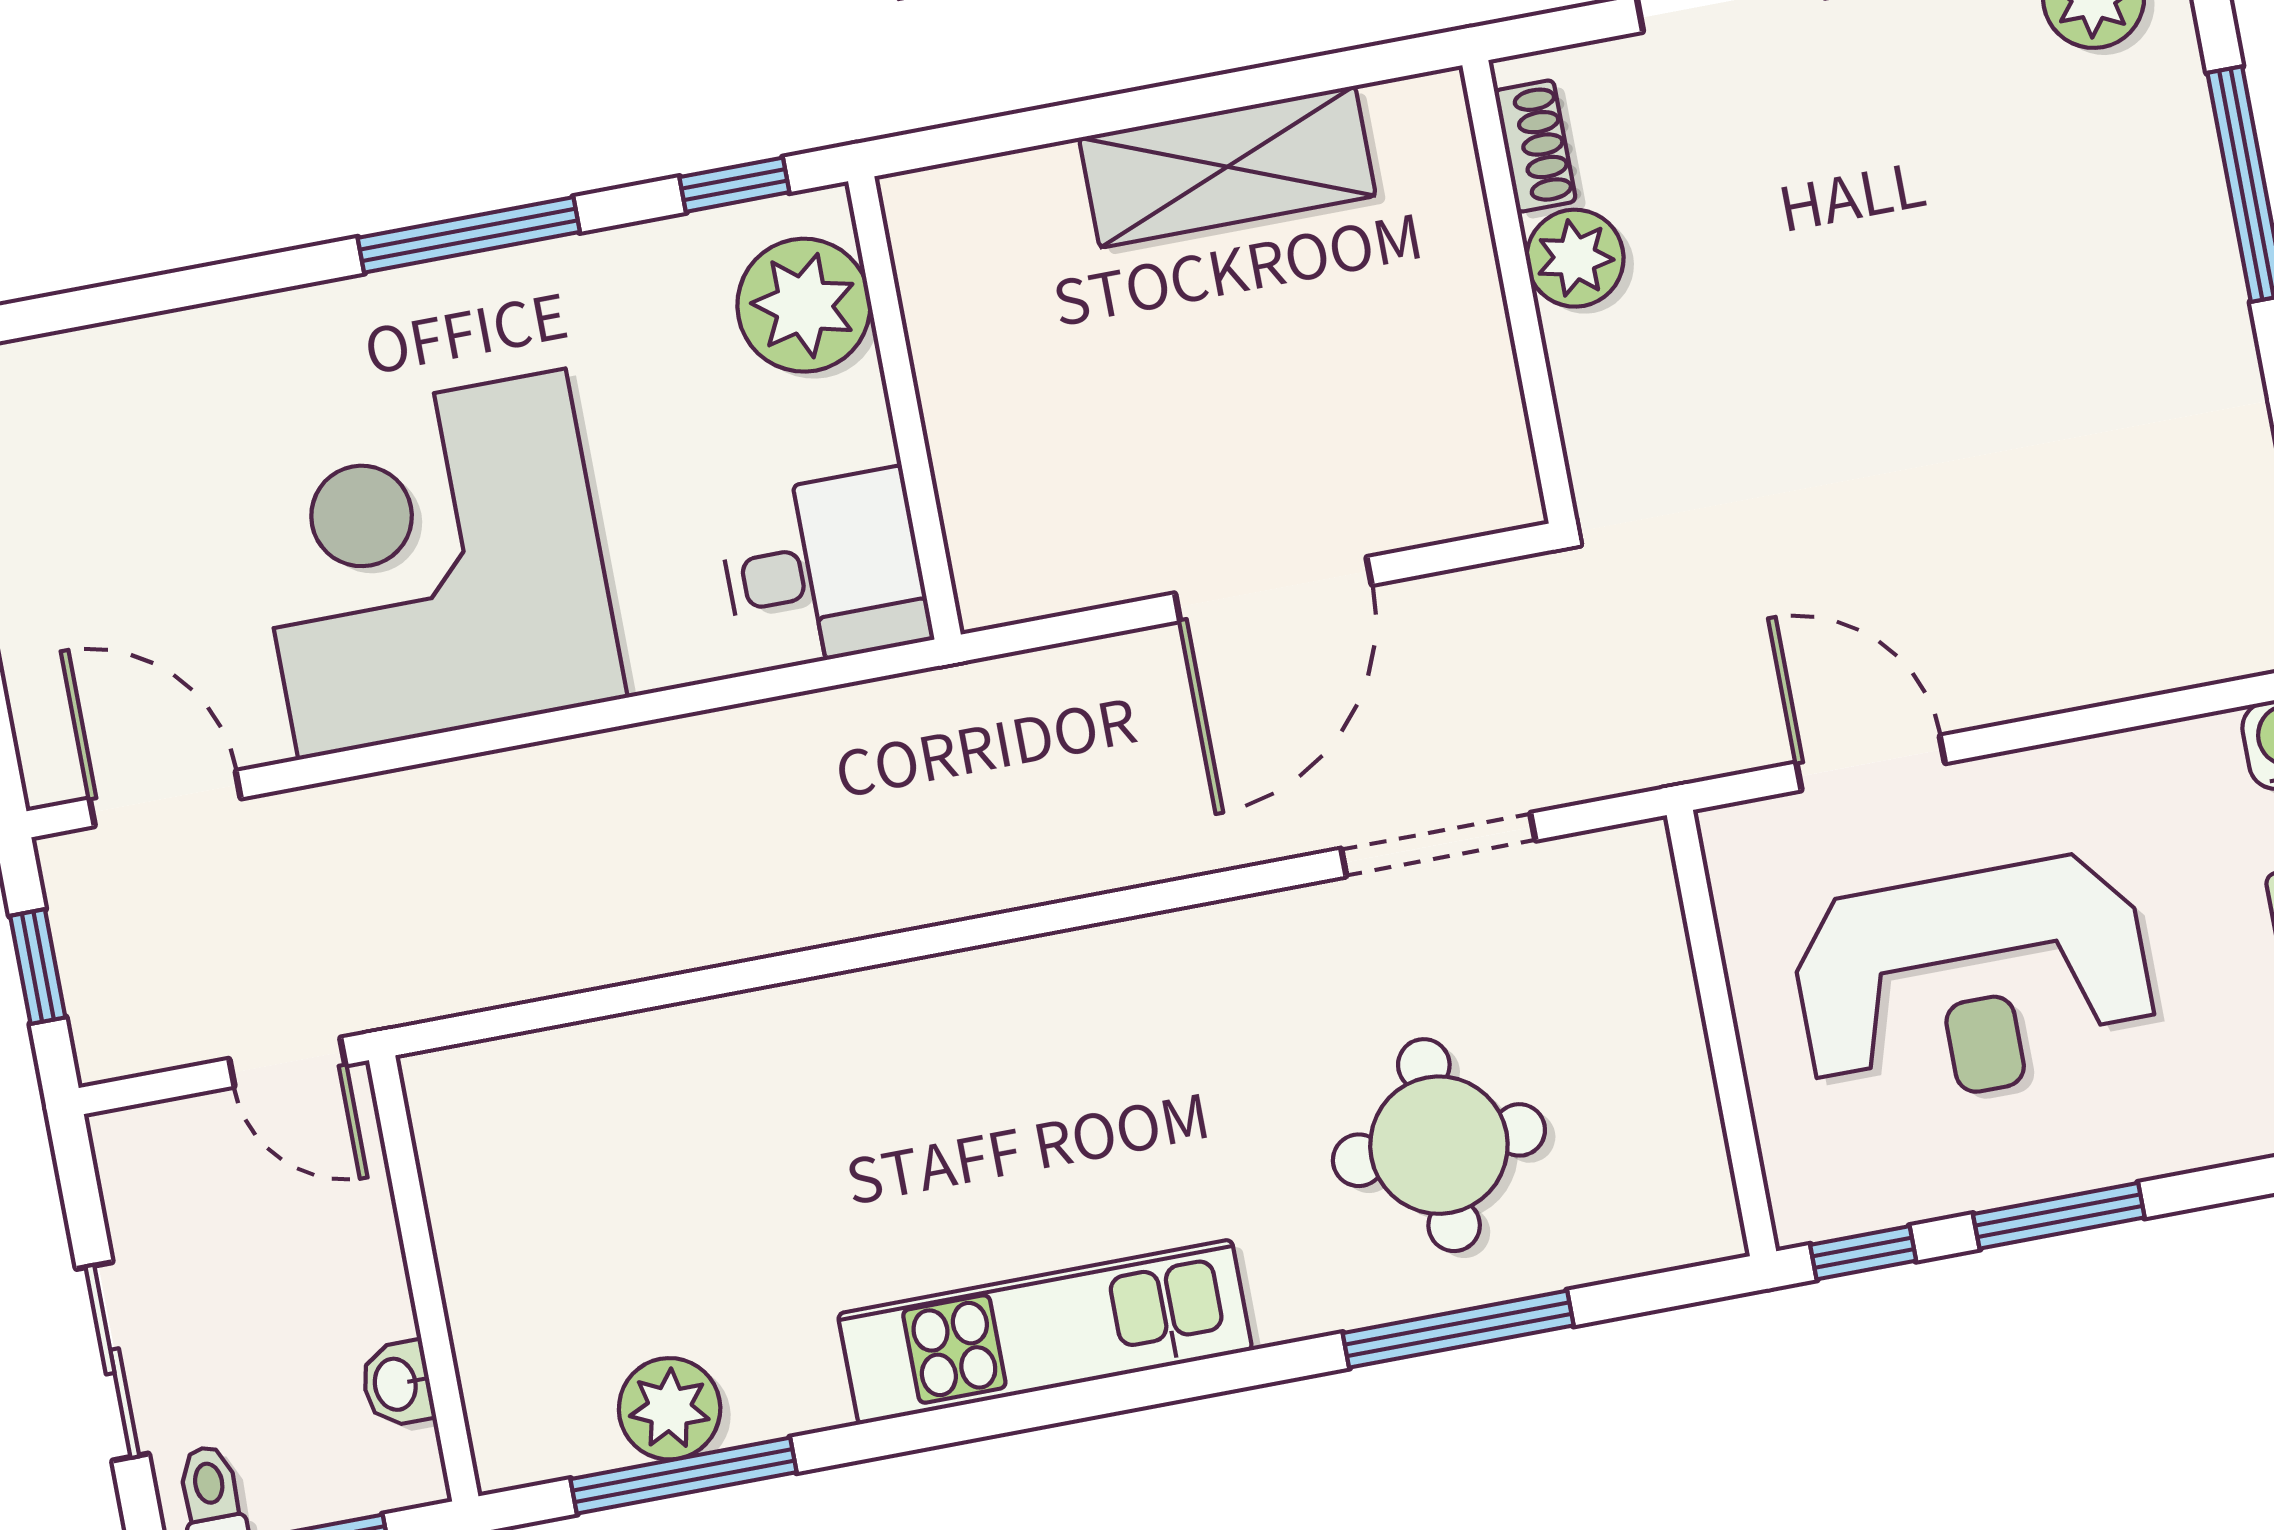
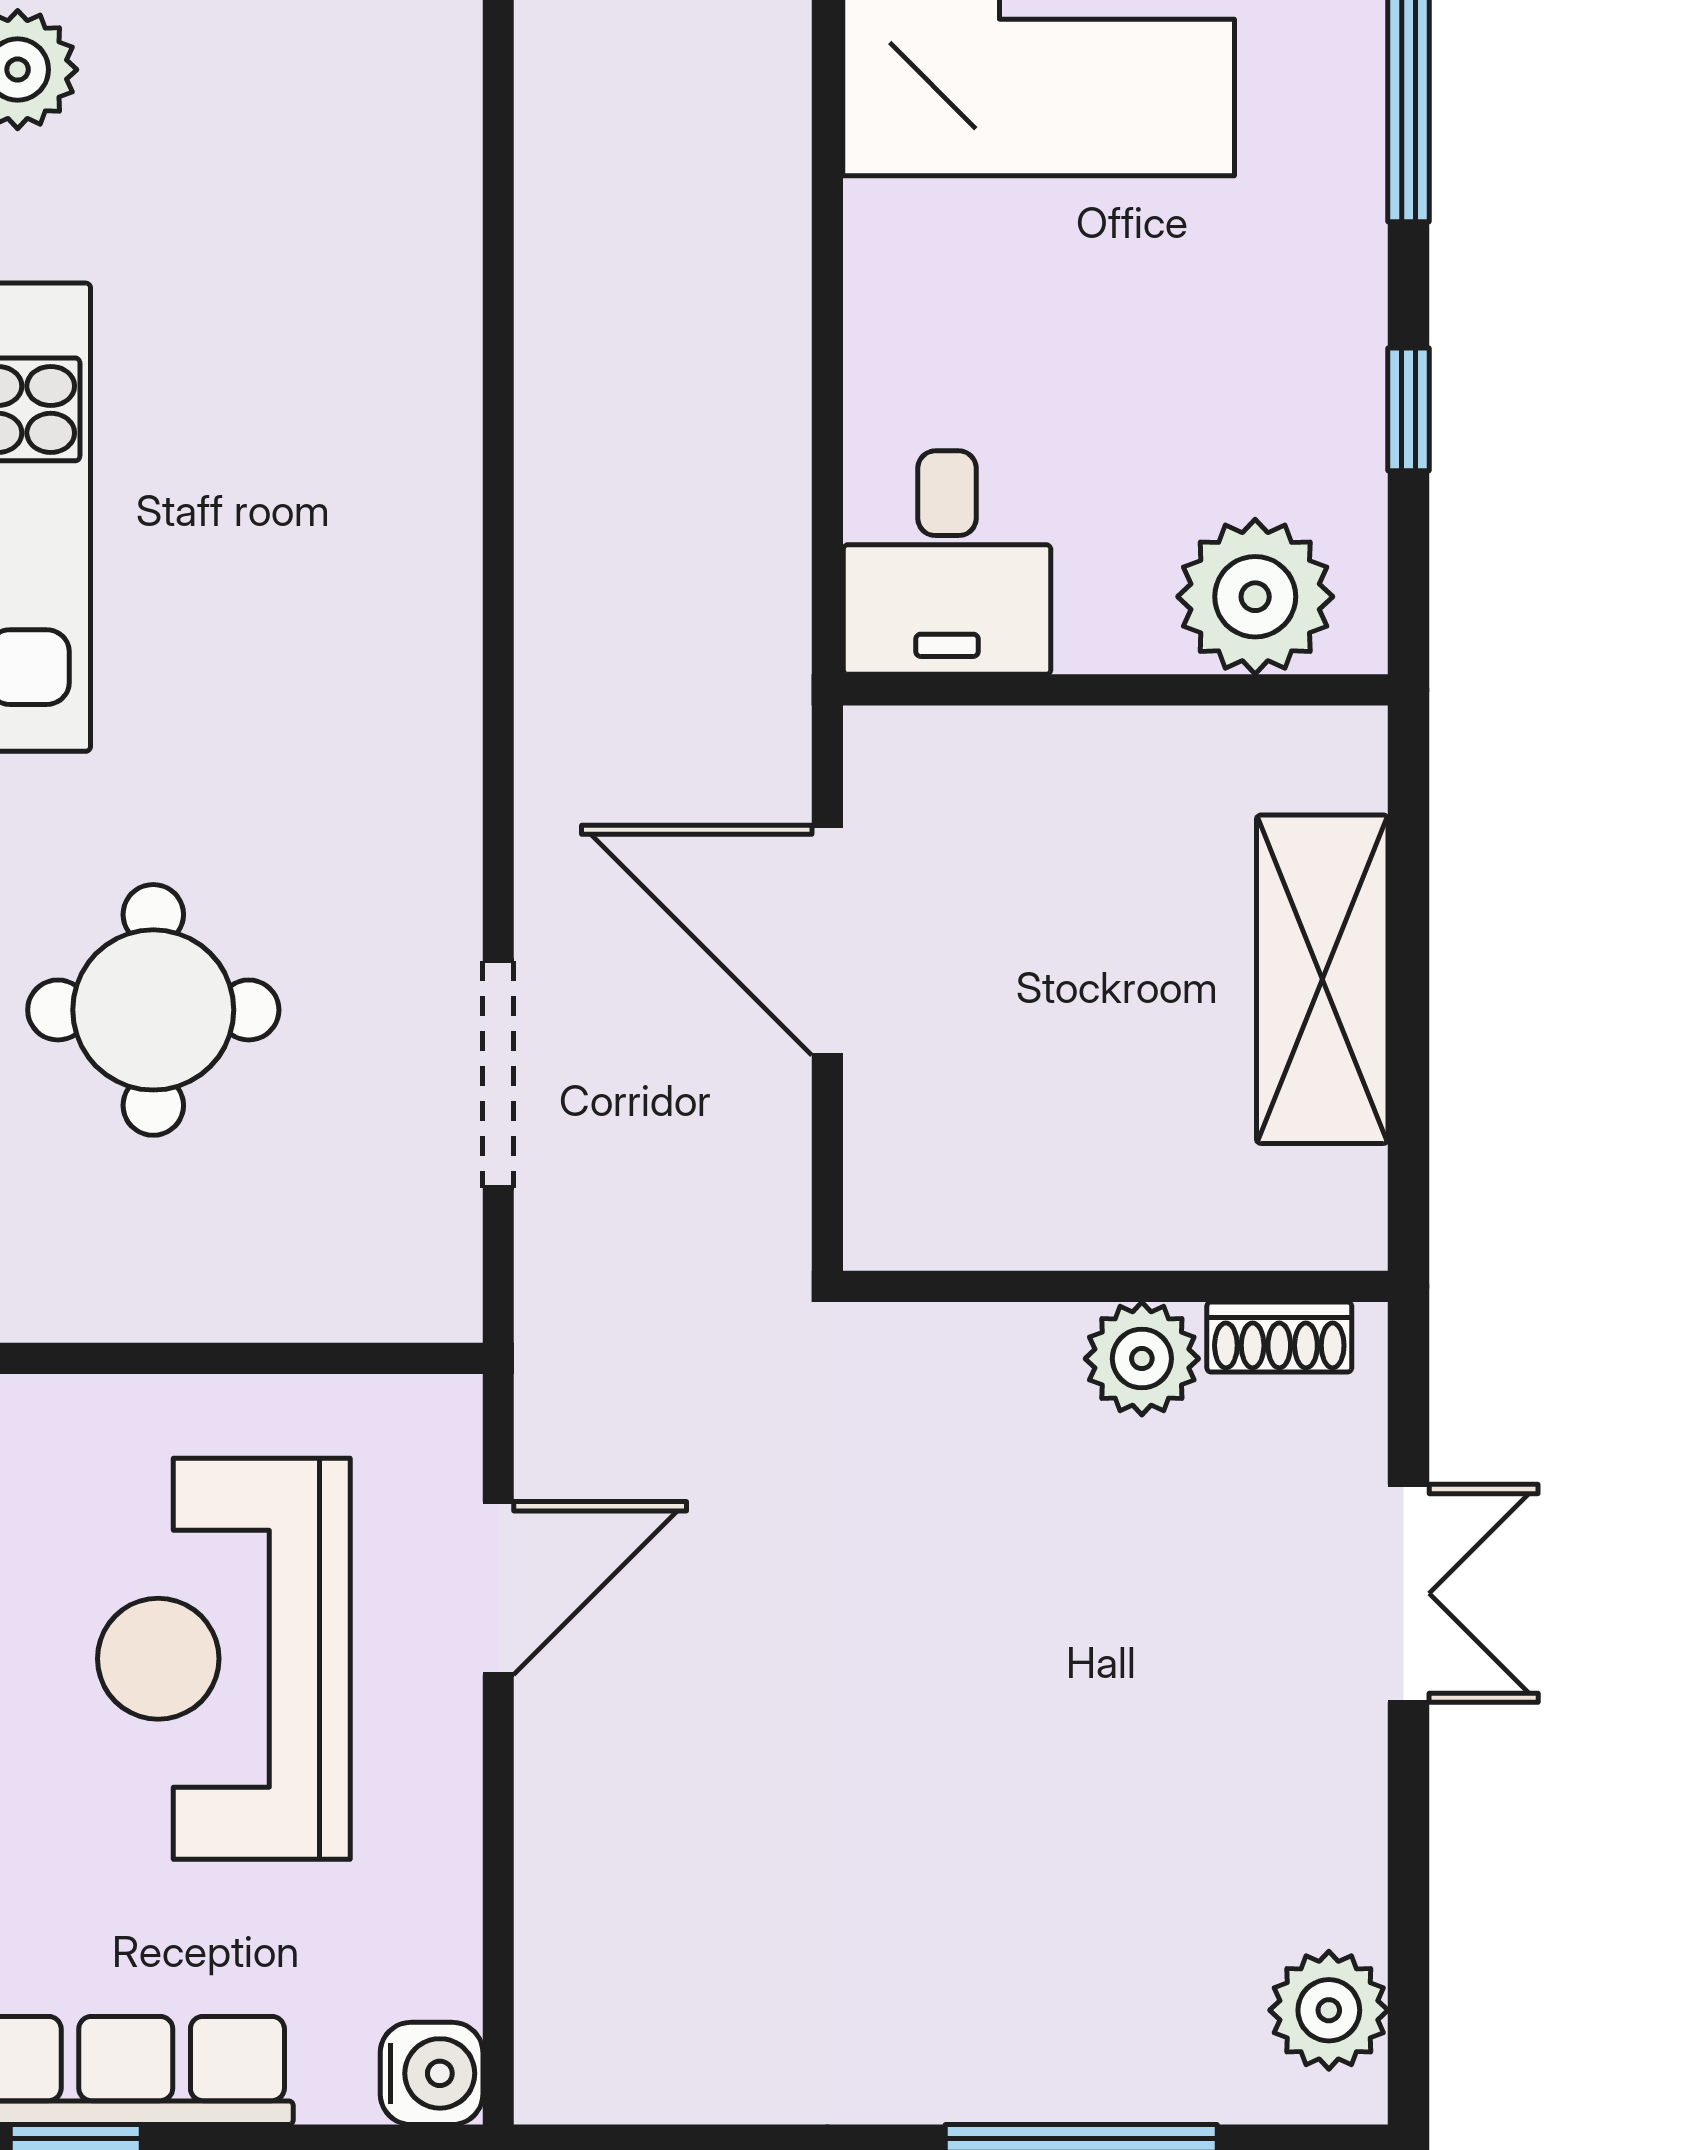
plant: (804, 305) -> (1255, 597), moved
wall: (904, 408) -> (1115, 690), moved
desk: (824, 570) -> (947, 563), moved

